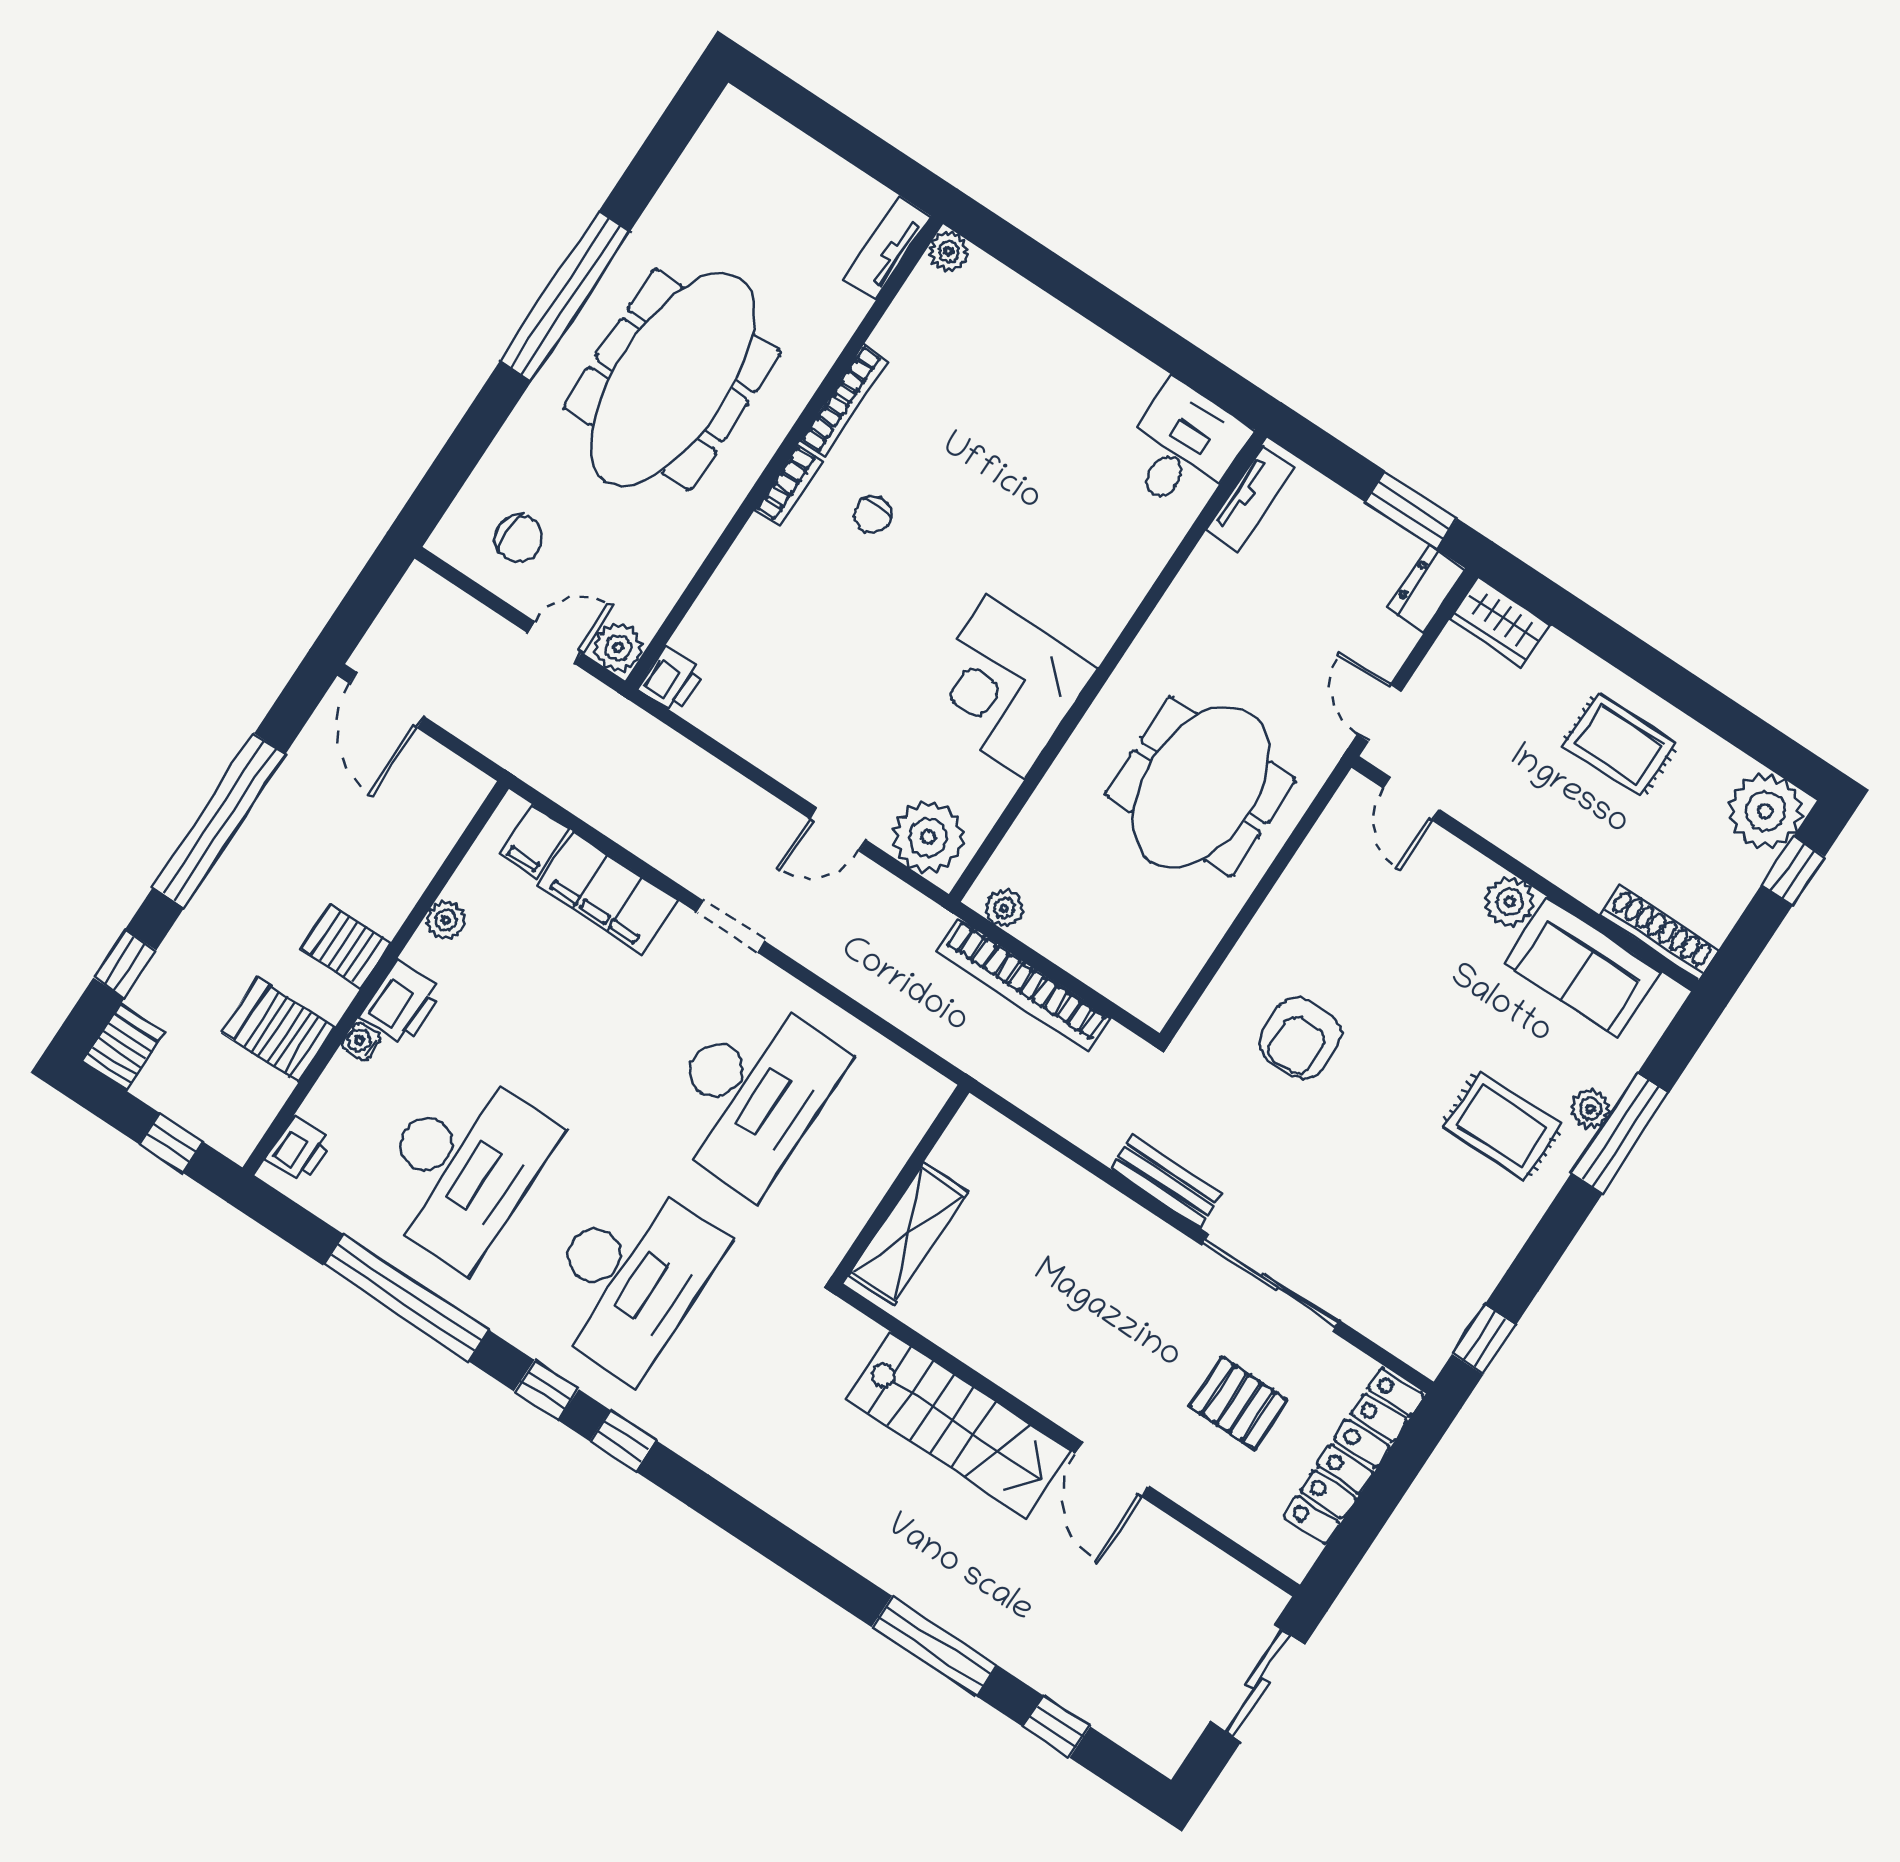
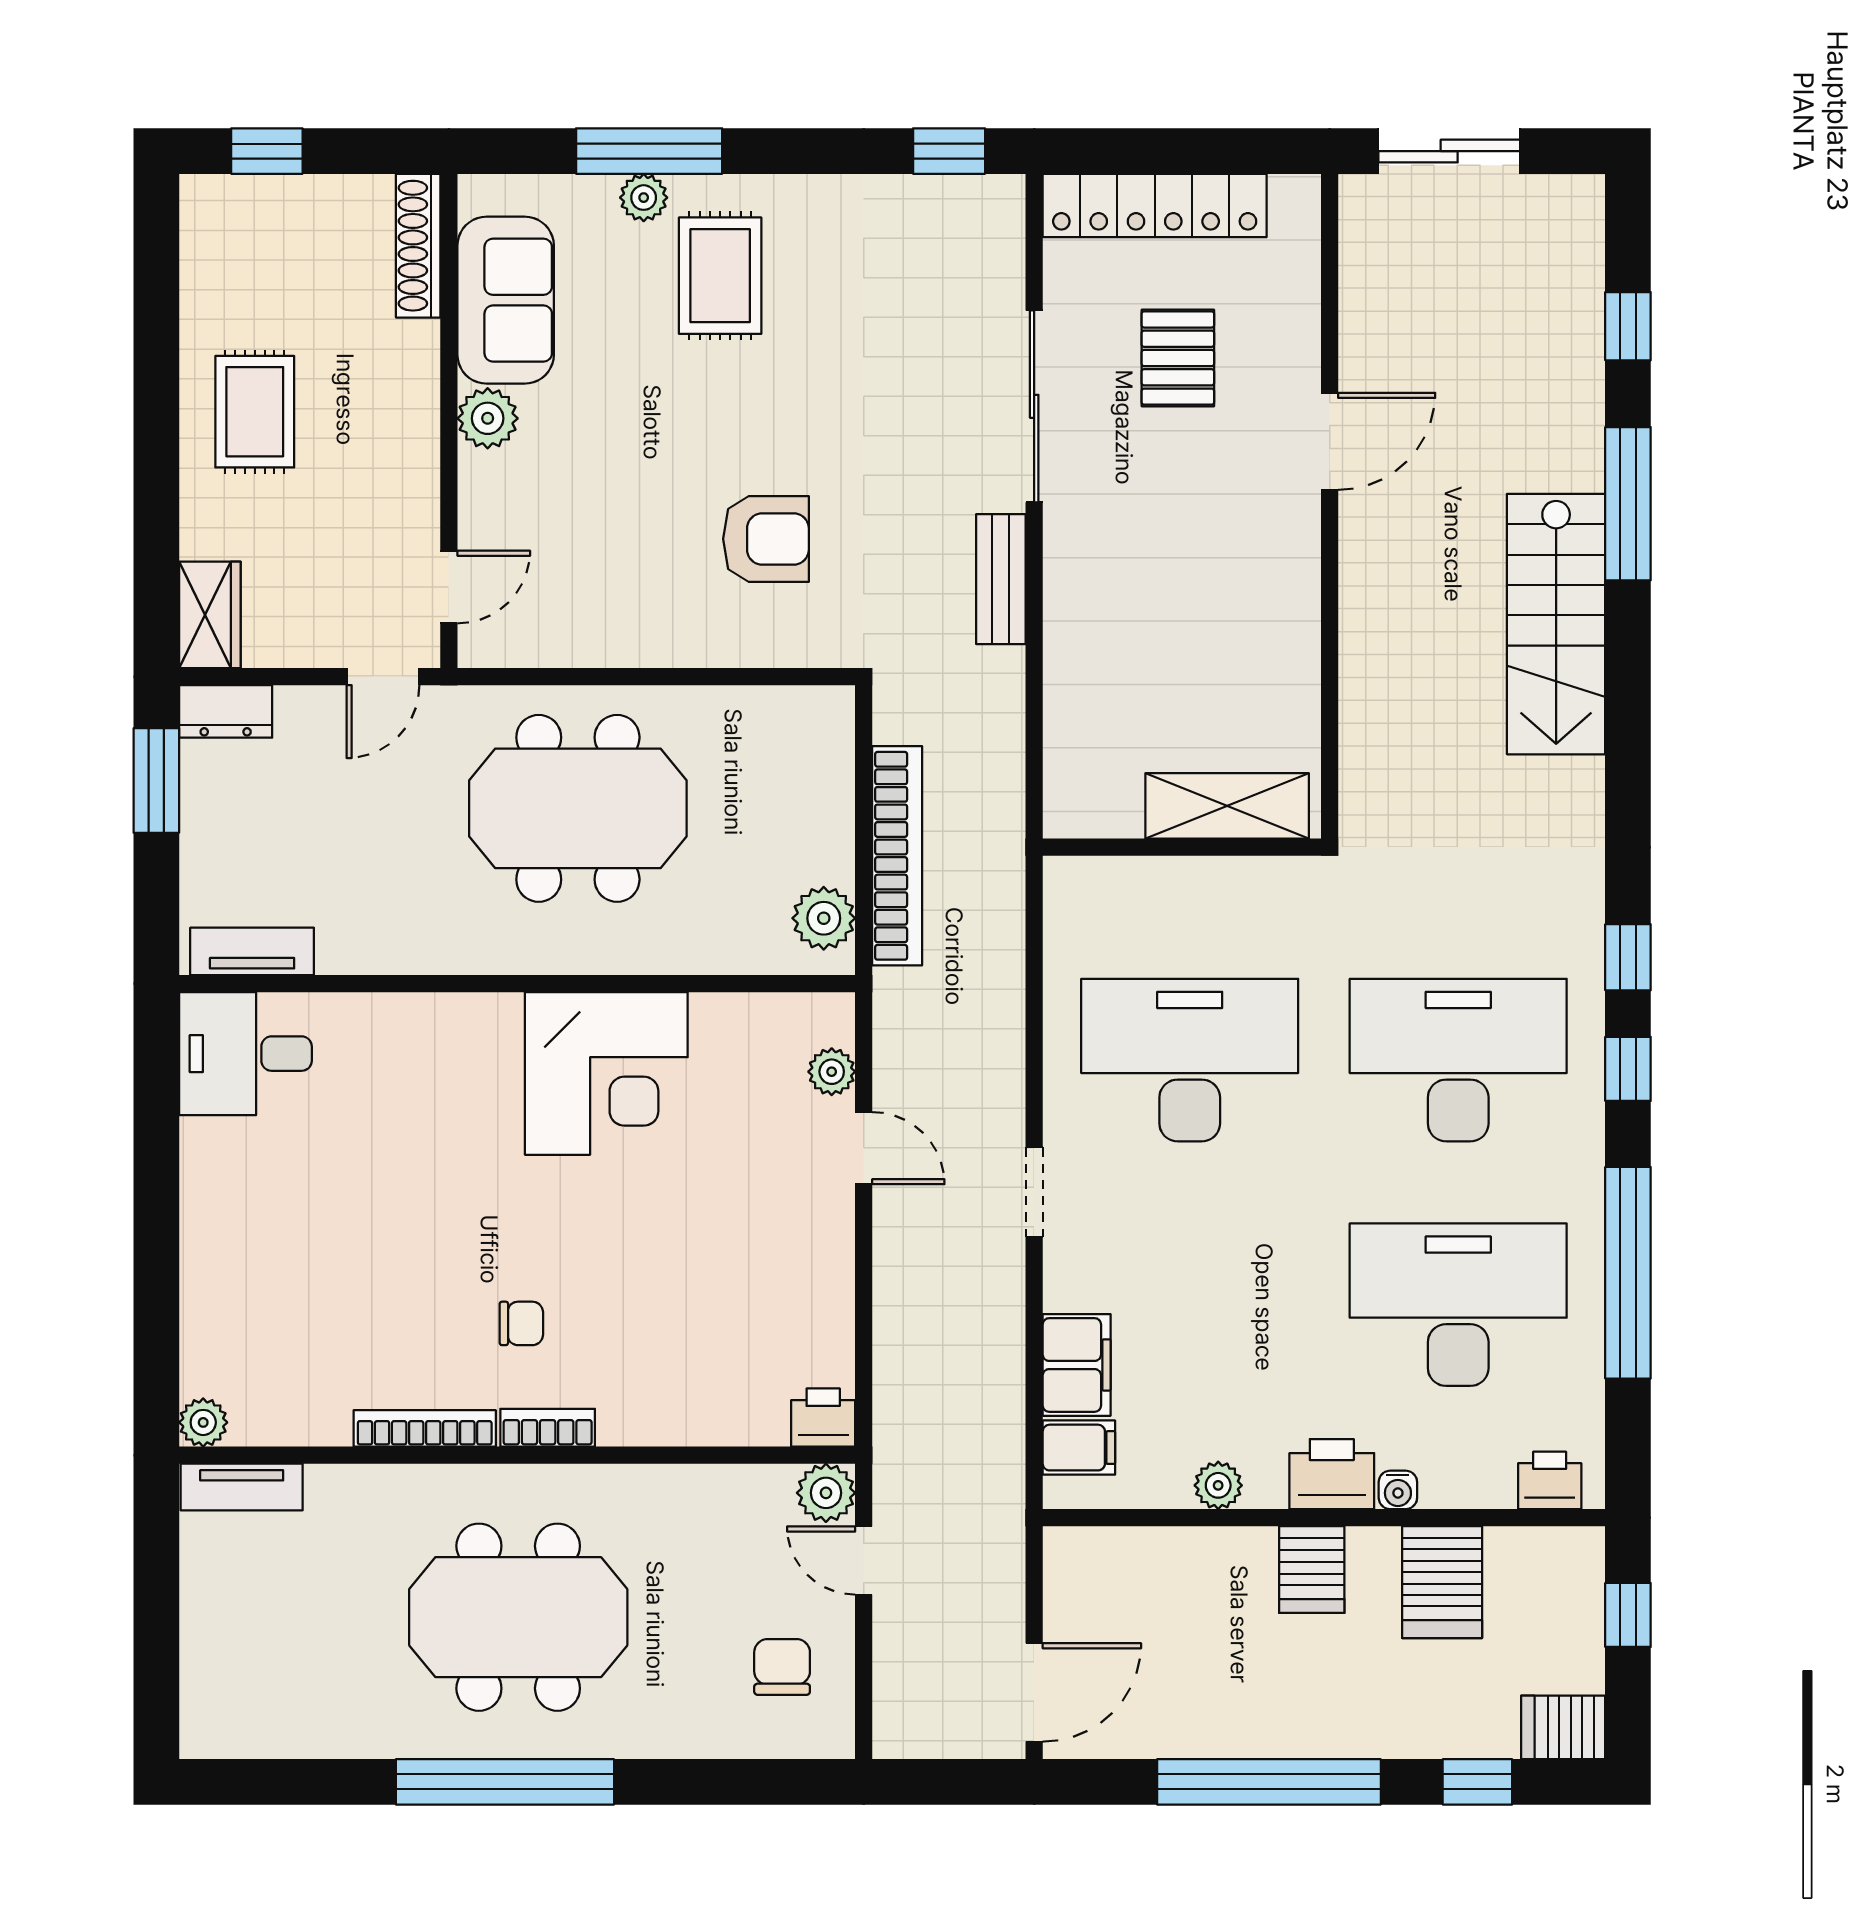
meeting table: (672, 380) -> (518, 1617), width x0.73
plant: (1765, 811) -> (224, 219), removed
plant: (928, 837) -> (832, 1072), width x0.53, depth x0.53
filing cabinet: (607, 893) -> (1077, 1365), width x0.67, depth x0.86
plant: (1004, 908) -> (824, 918), width x1.38, depth x1.38
stairs: (959, 1425) -> (1556, 624), moved, turned 180

